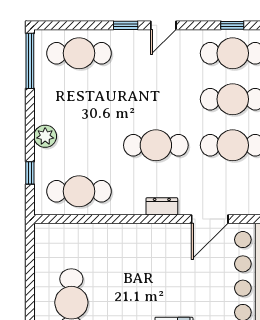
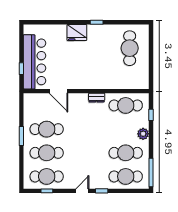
cafe table: (156, 145) -> (126, 153), moved
dresser: (162, 206) -> (97, 98), moved
door: (210, 219) -> (58, 91), swing flipped

